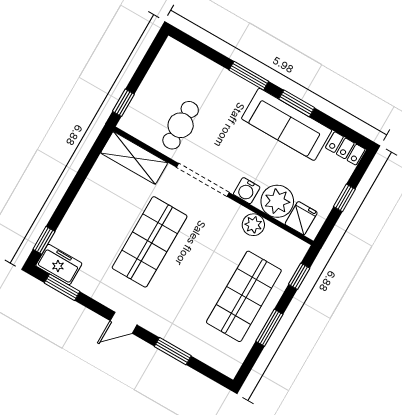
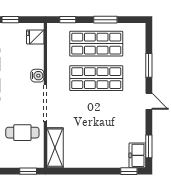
plant: (277, 201) -> (33, 55), removed
plant: (253, 225) -> (54, 61), removed
shop shelf: (150, 242) -> (96, 78), moved

